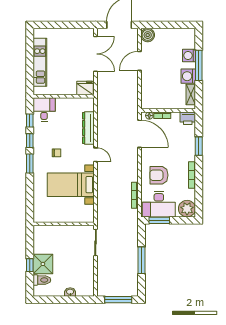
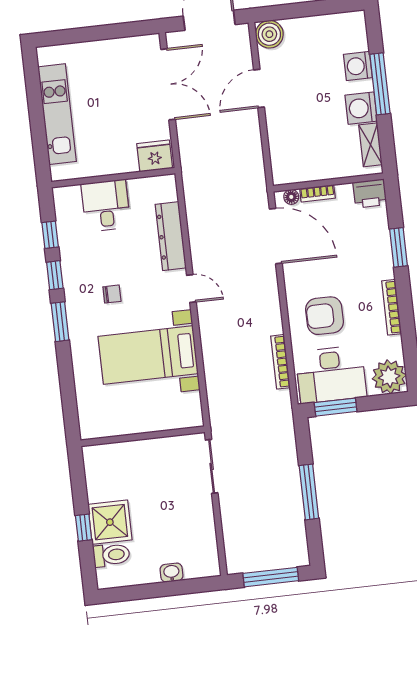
desk: (44, 109) -> (106, 206), moved

